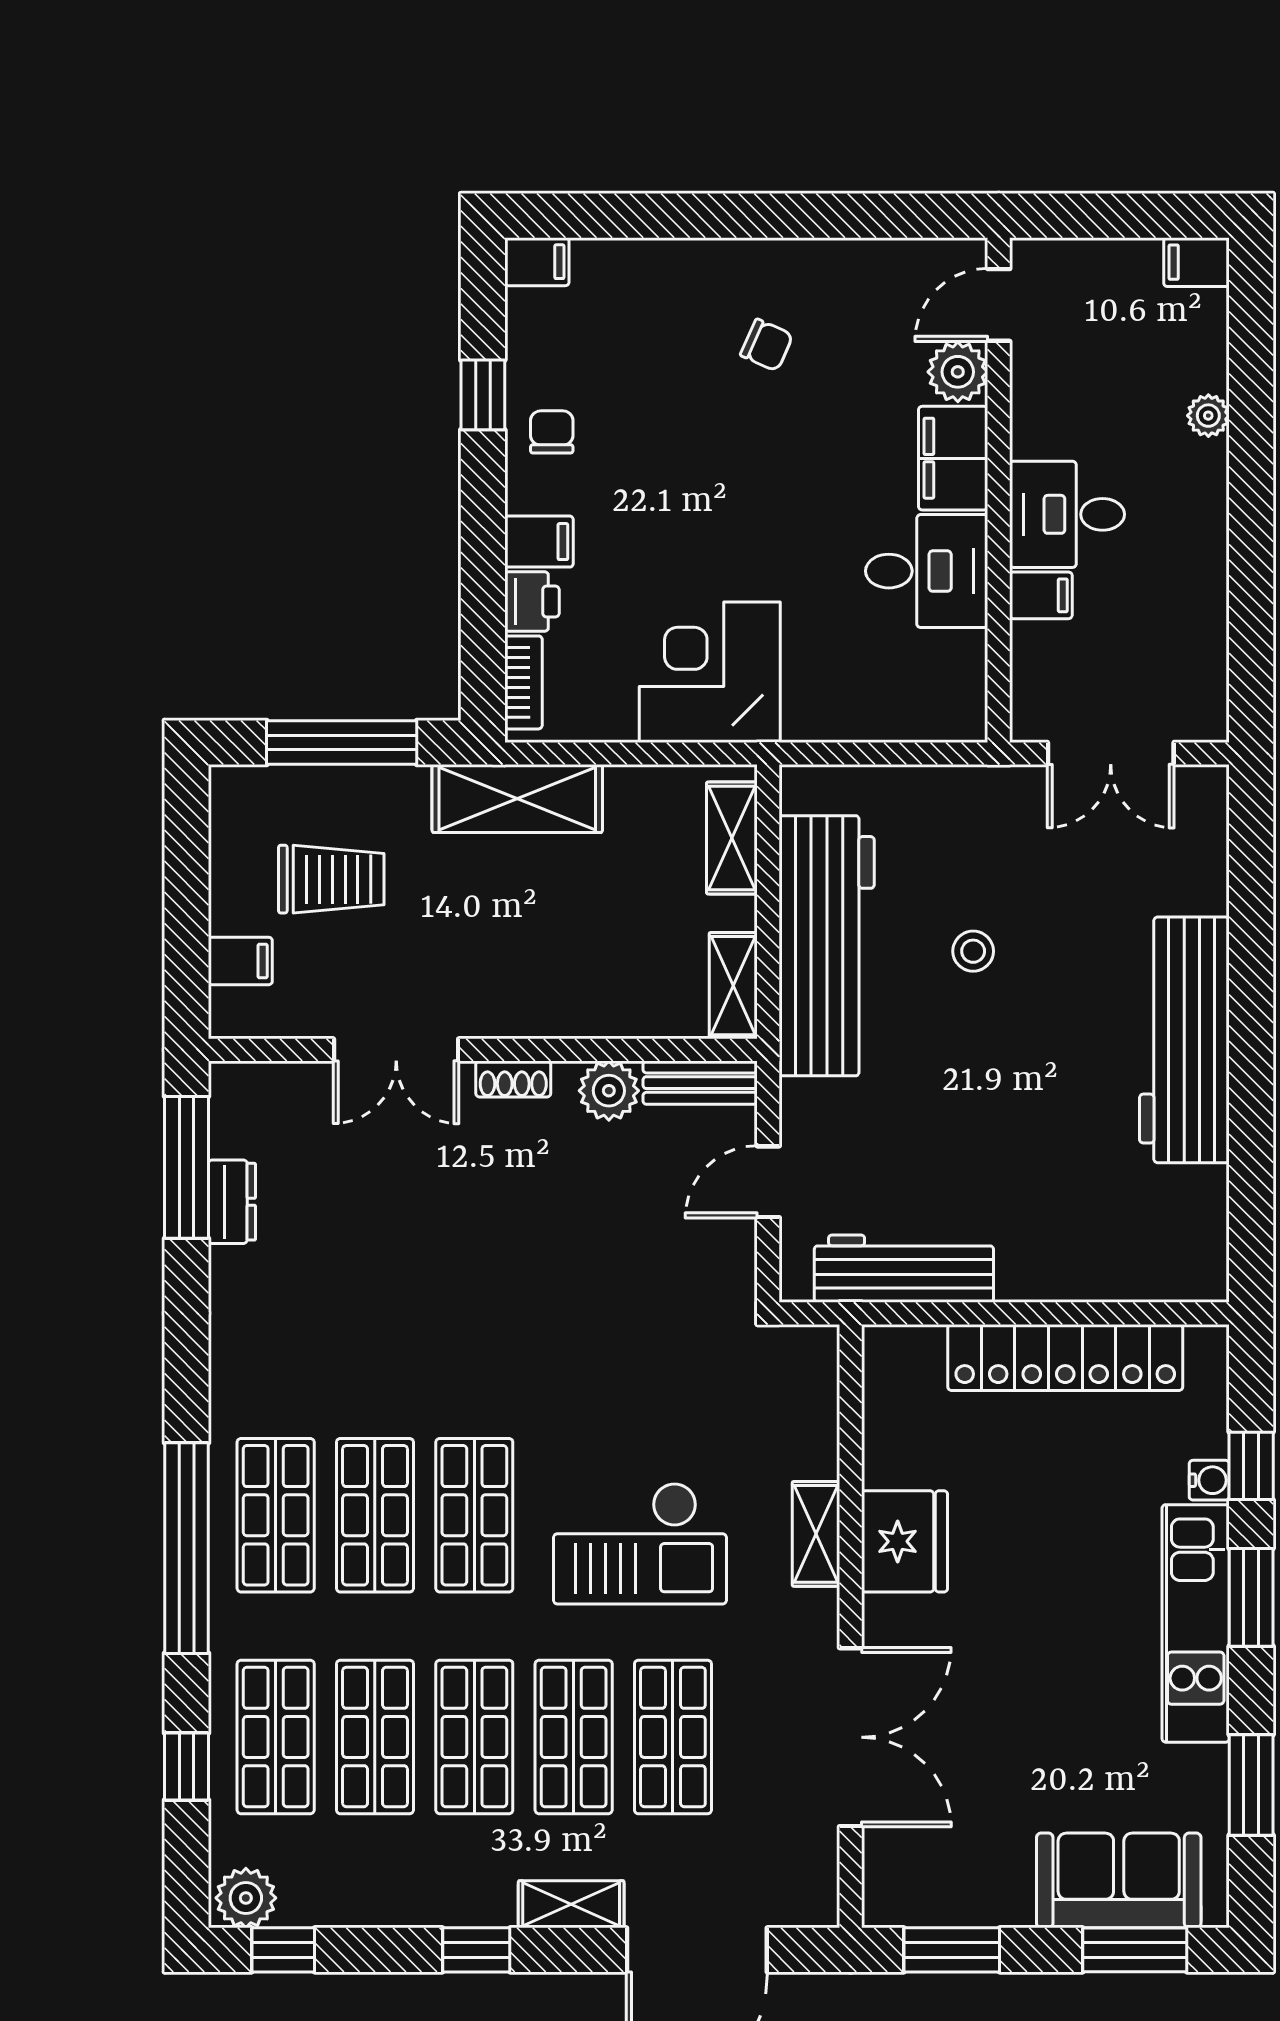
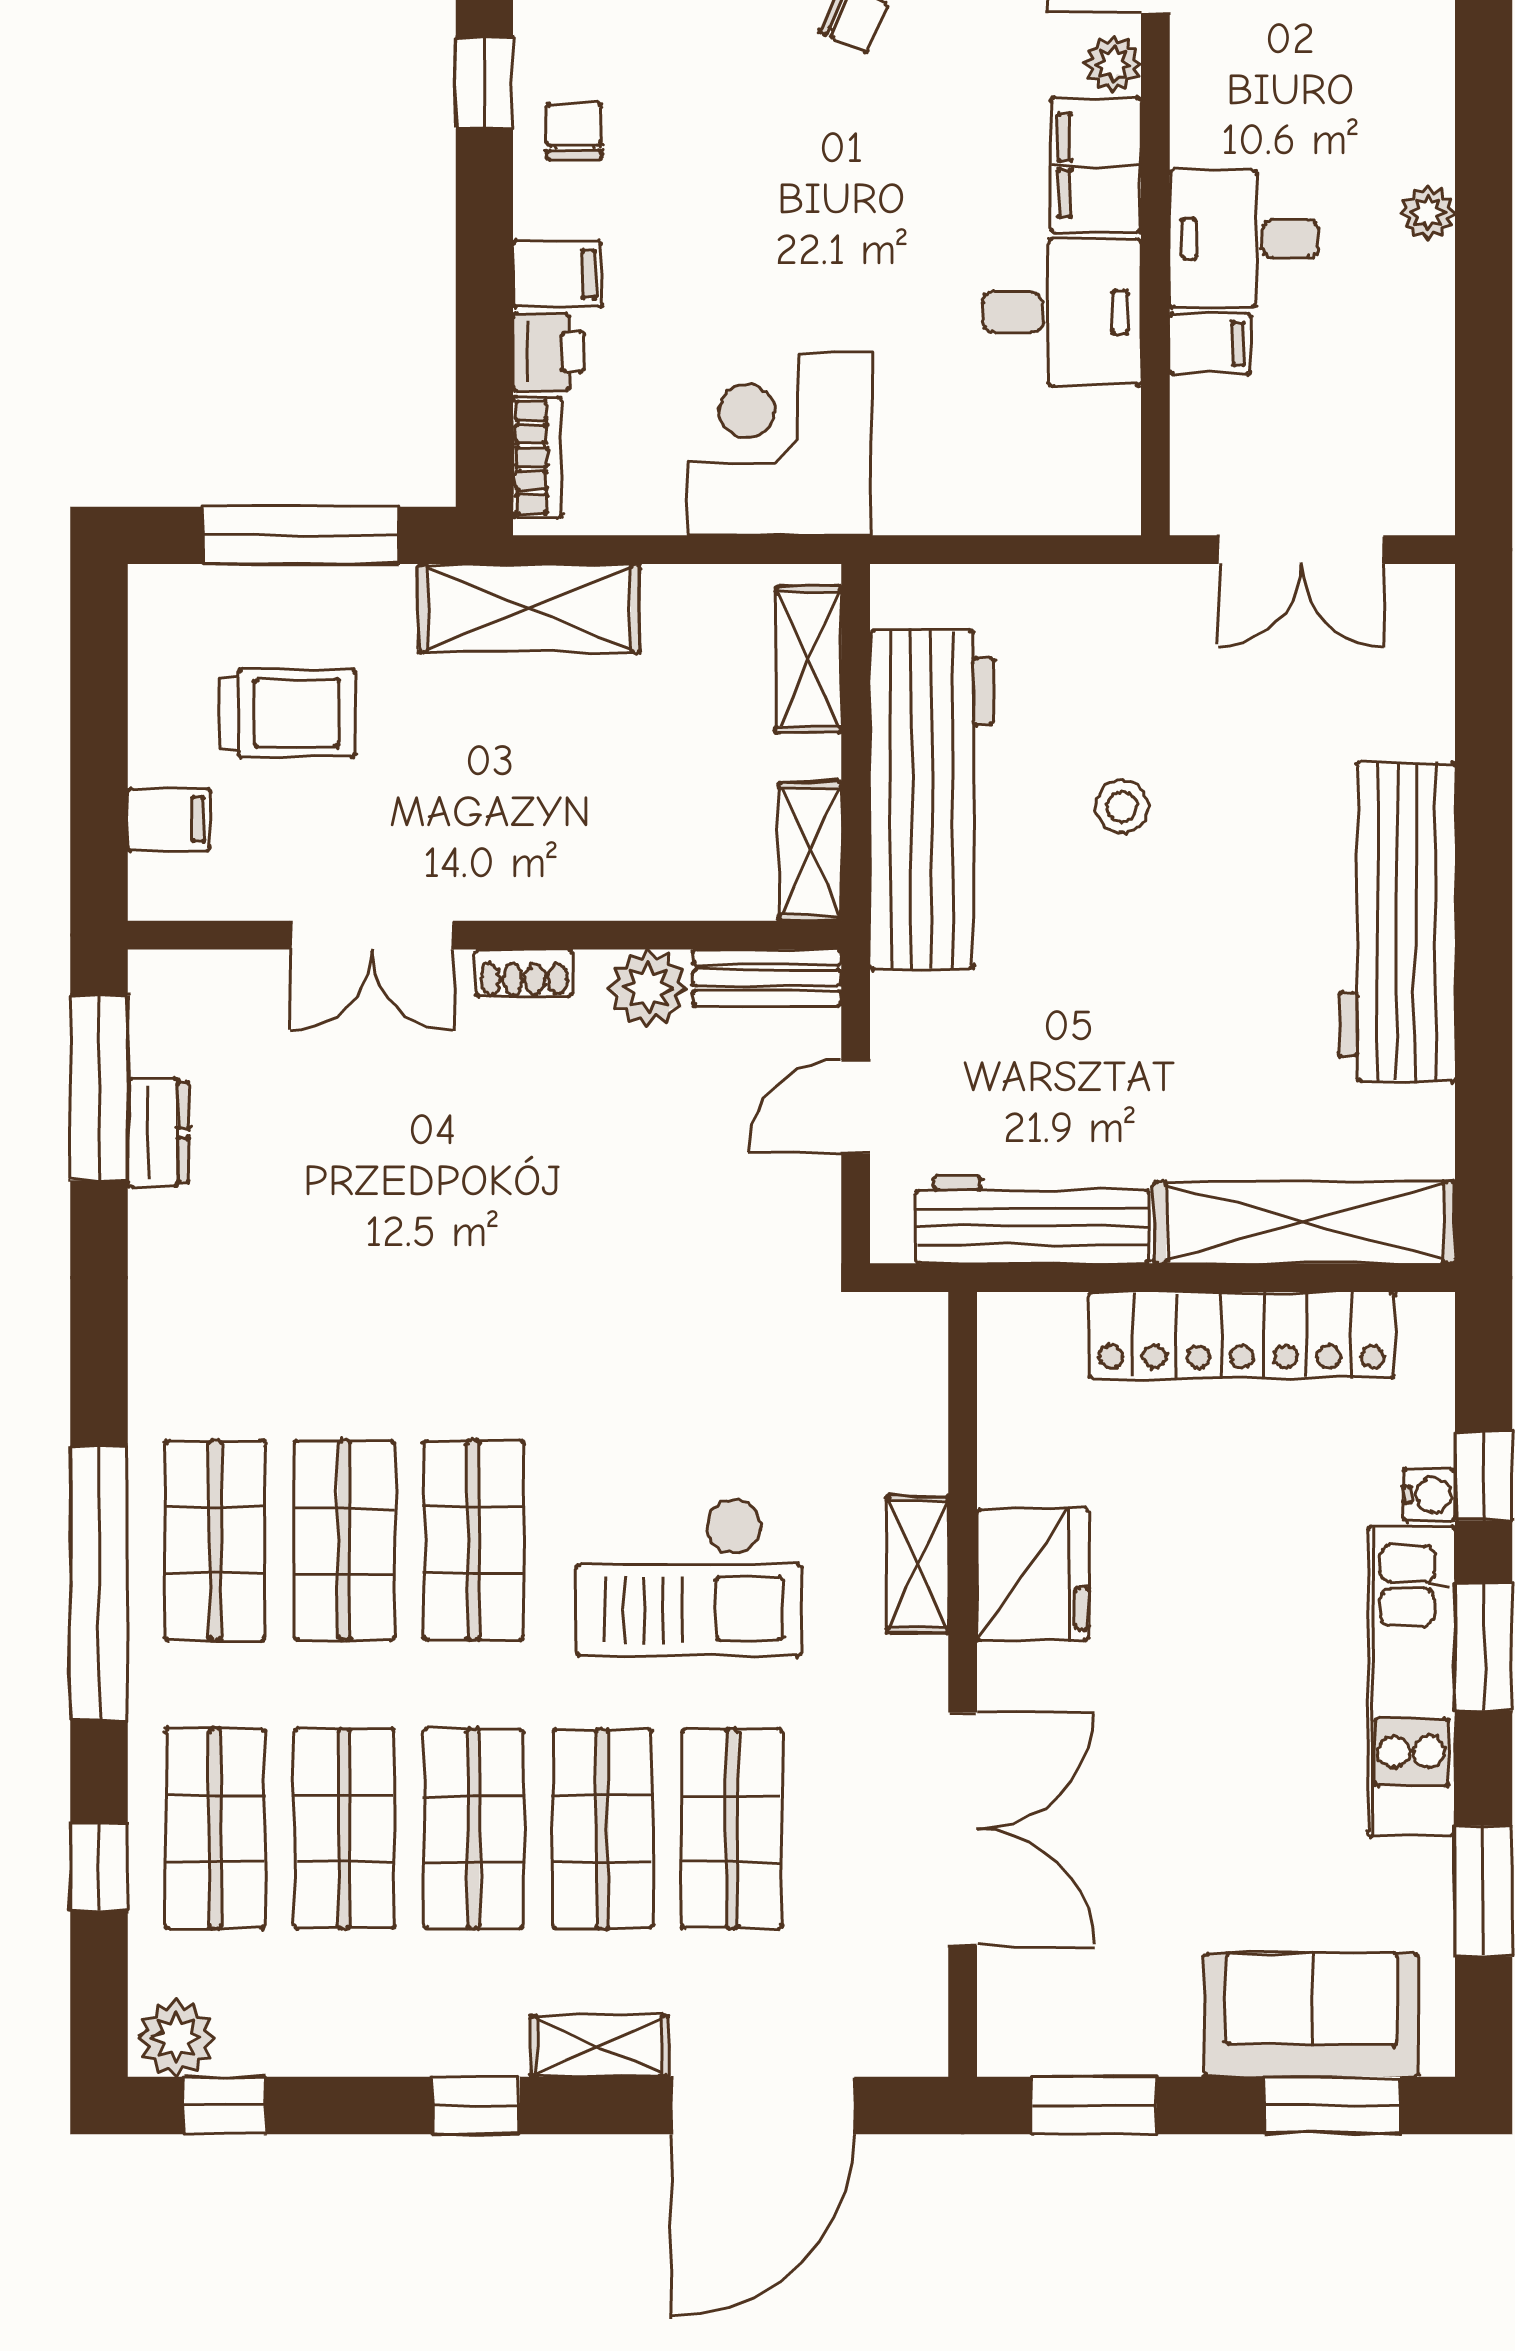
plant: (958, 372) -> (1113, 64), width x0.73, depth x0.73
plant: (1208, 416) -> (1428, 213), moved
shelving: (1114, 1271) -> (1305, 1222), added

